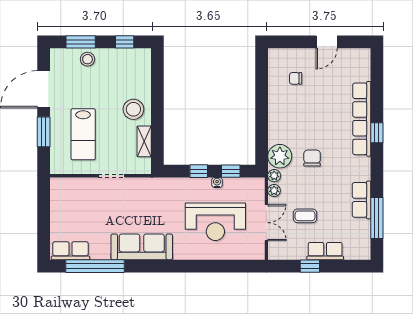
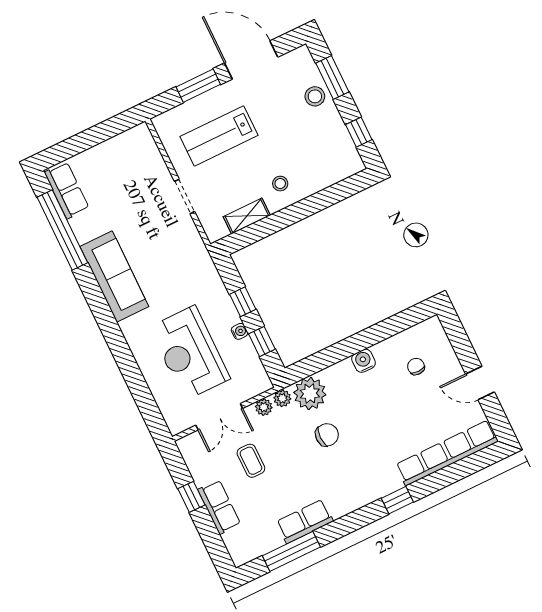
stool: (133, 109) -> (280, 184), width x0.53, depth x0.53
water cooler: (275, 111) -> (364, 361), added
row of seats: (362, 119) -> (447, 453), moved

